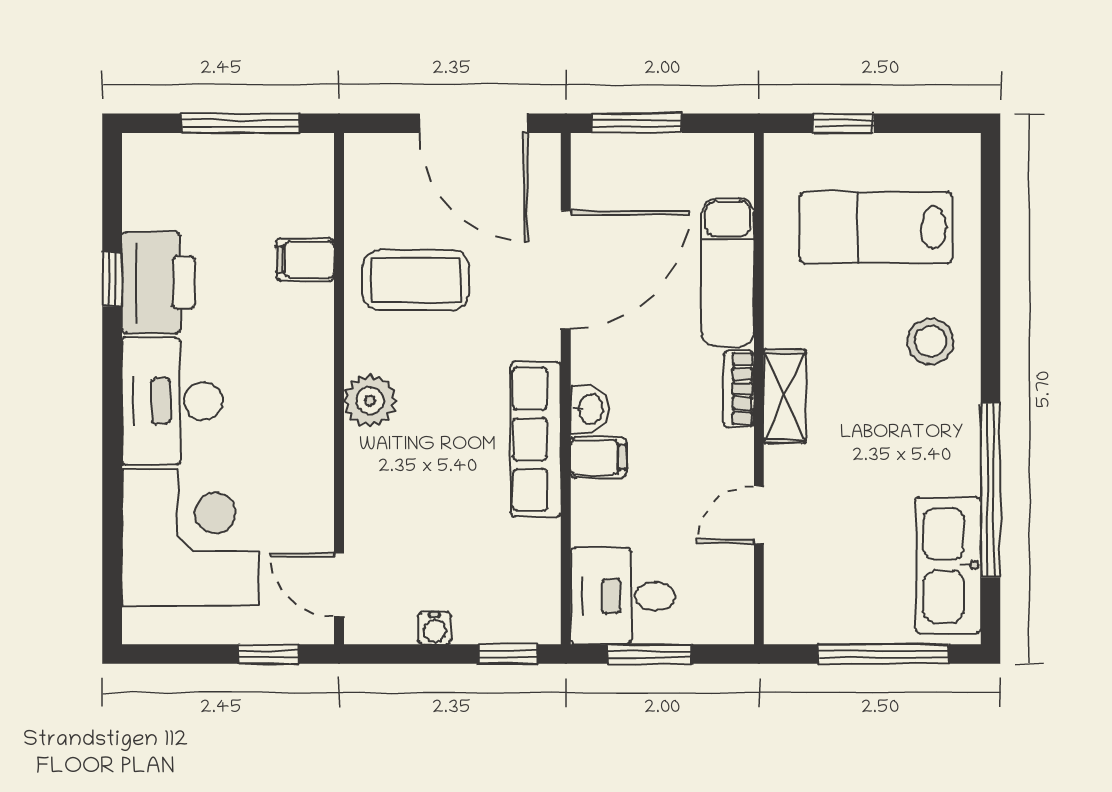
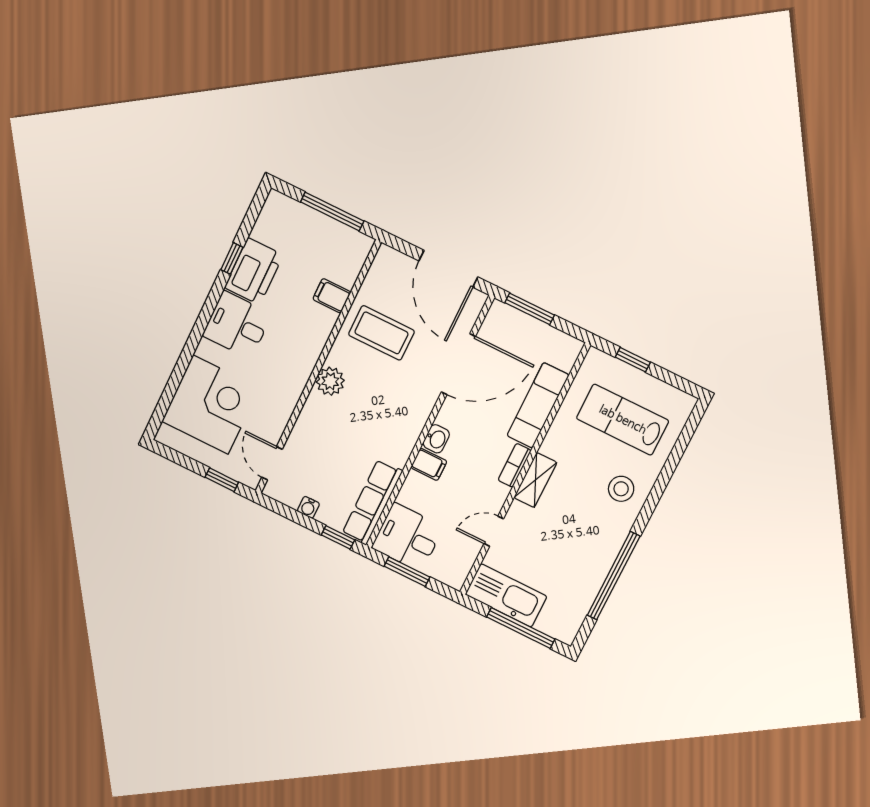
desk: (172, 401) -> (237, 325), width x0.73
row of seats: (536, 439) -> (372, 502), moved
kitchen sink: (948, 565) -> (506, 595), moved, turned 90

